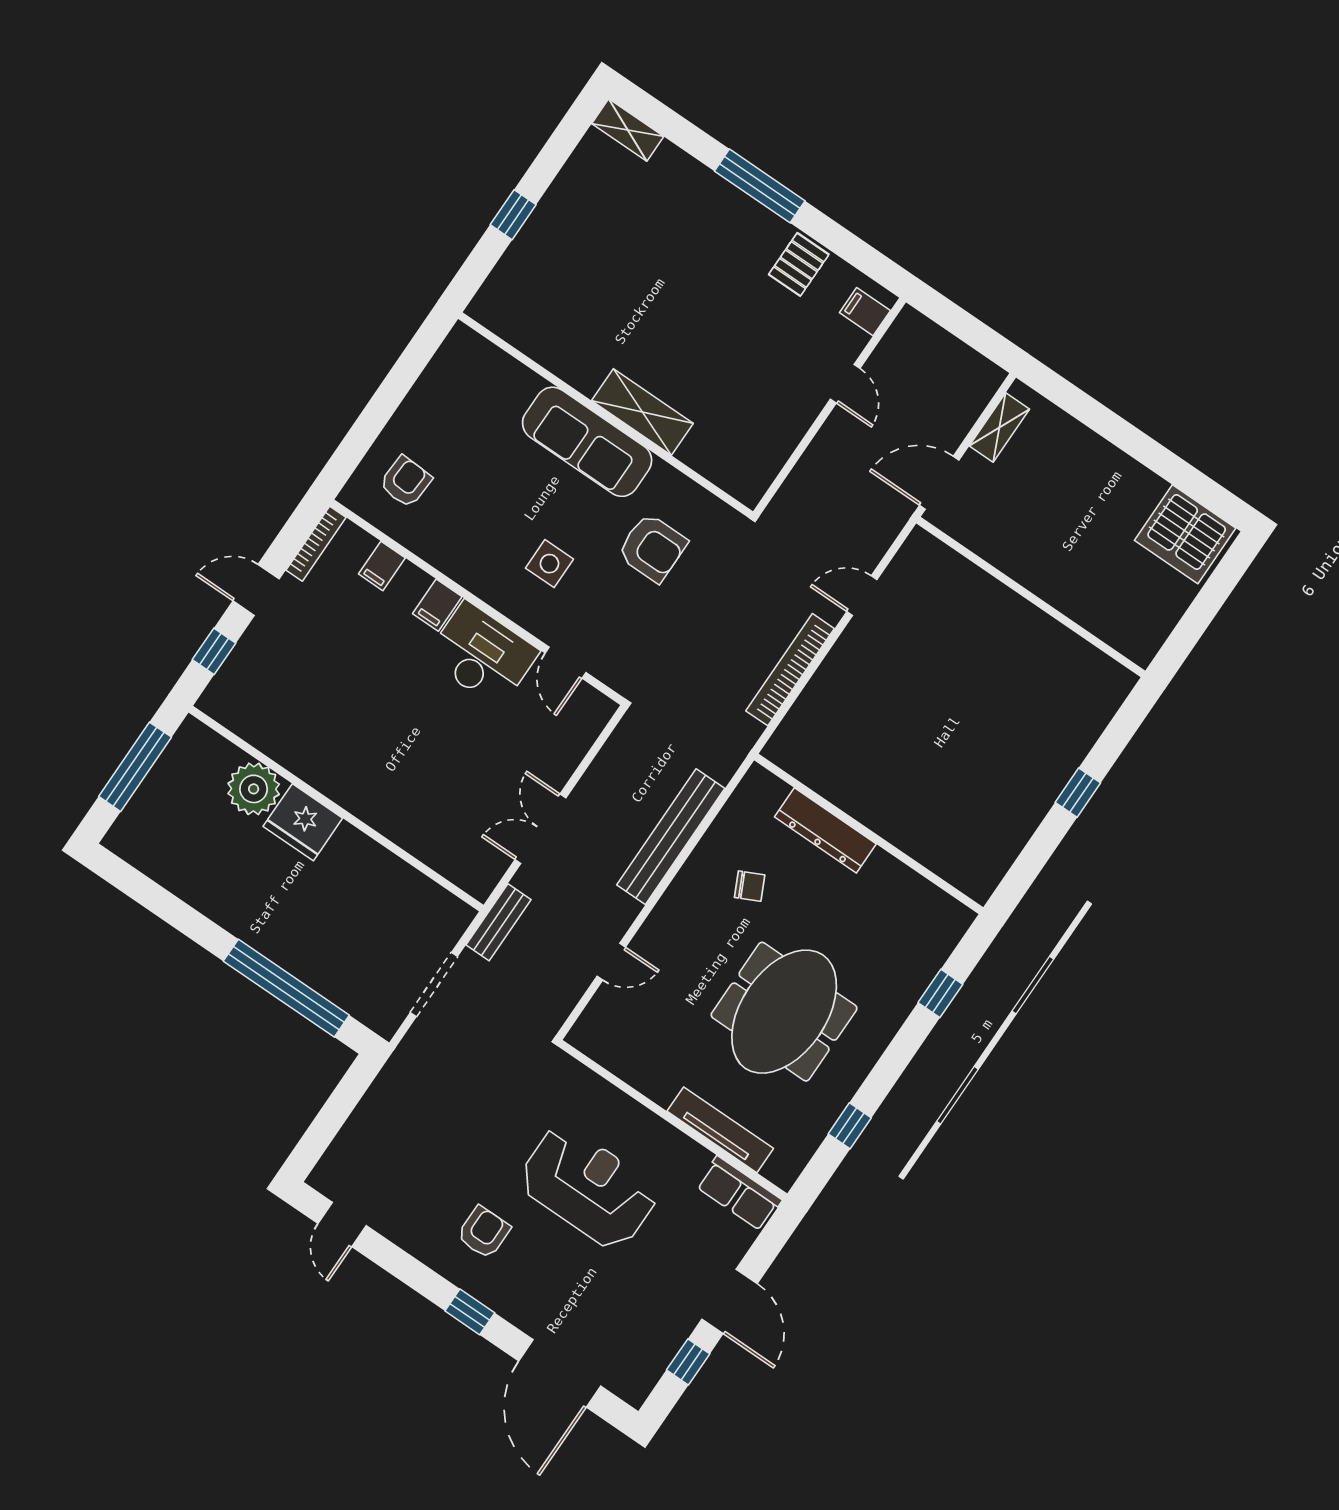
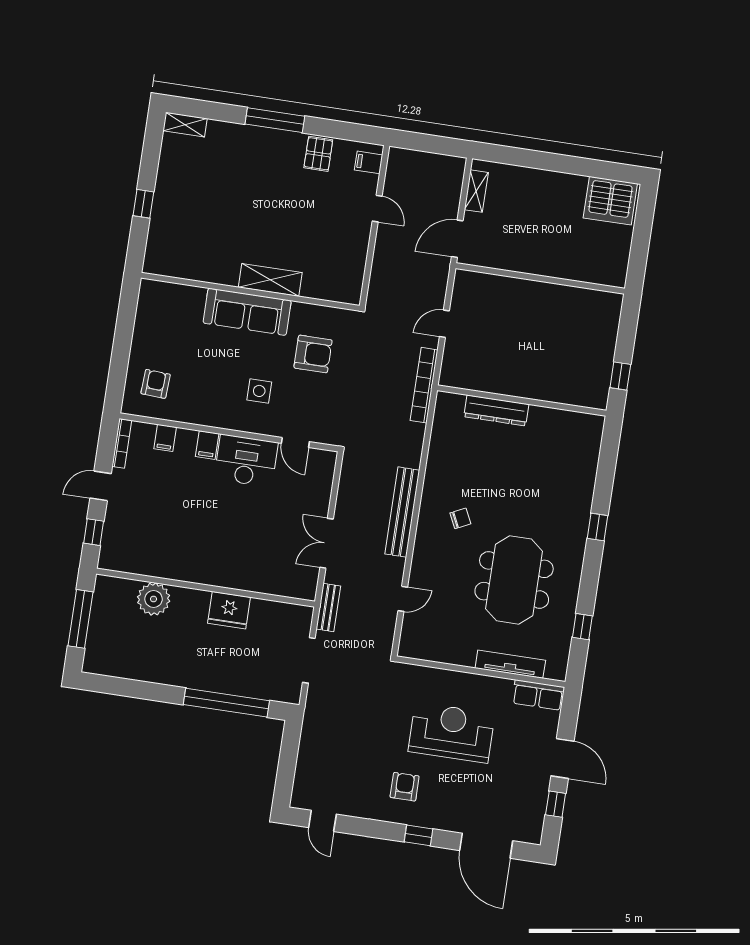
fridge: (303, 822) -> (229, 610), moved
dresser: (825, 830) -> (496, 410), moved
wall: (869, 834) -> (522, 401), moved

